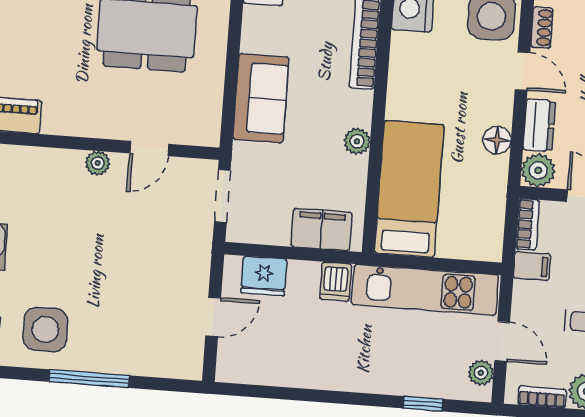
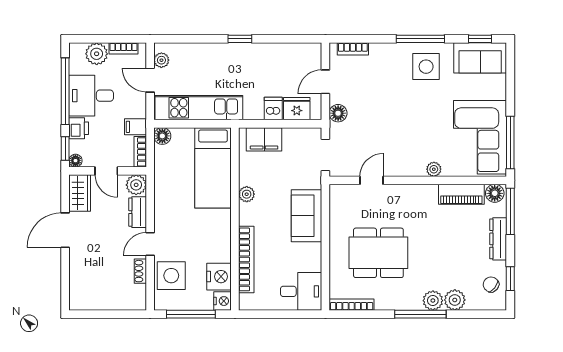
door: (522, 71) -> (150, 244), hinge flipped
floor lamp: (497, 140) -> (162, 136), moved
plant: (98, 163) -> (434, 169), moved
floor lamp: (196, 263) -> (338, 113), added
dishwasher: (336, 282) -> (273, 109), moved
bookcase: (164, 368) -> (353, 49), added
window: (89, 379) -> (420, 39), moved
window: (423, 404) -> (240, 39), moved

